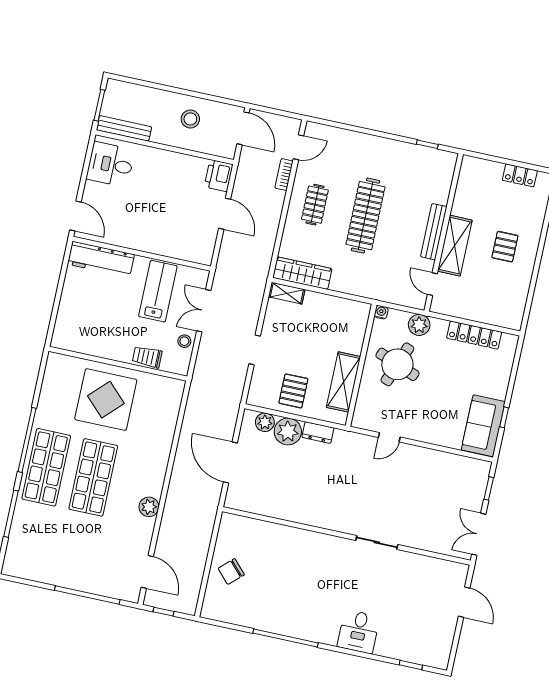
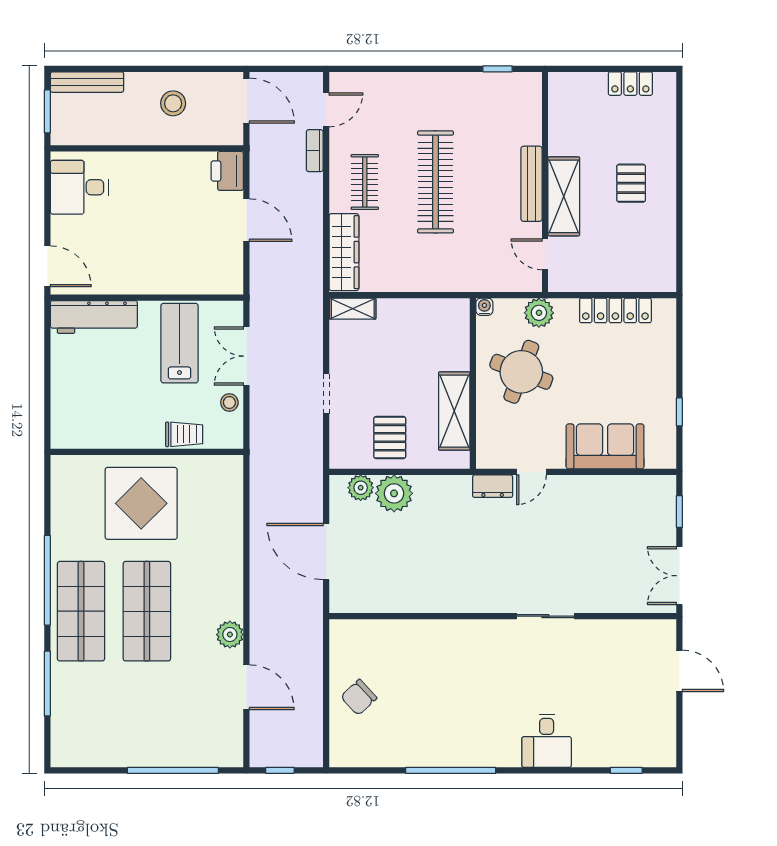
bench: (124, 128) -> (87, 82), moved
wardrobe: (302, 273) -> (344, 252), moved, turned 90
trolley: (147, 357) -> (184, 434), turned 180
sofa: (483, 426) -> (605, 446), moved, turned 90
dresser: (318, 433) -> (493, 486), moved
door: (147, 572) -> (246, 687), moved

